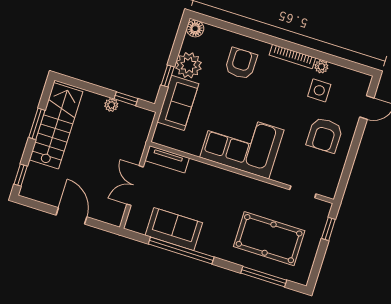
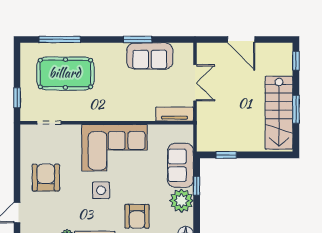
side table: (319, 90) -> (101, 190), moved
plant: (111, 105) -> (237, 146), removed
window: (181, 251) -> (138, 39), width x0.47

